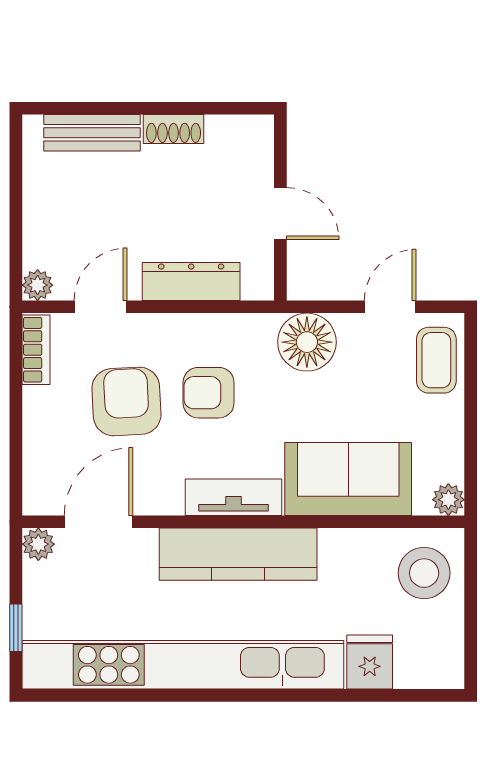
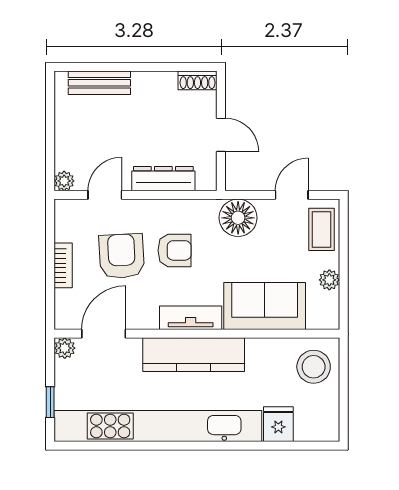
shoe rack: (174, 129) -> (197, 80), moved
bookcase: (36, 350) -> (63, 265), moved
armchair: (209, 393) -> (175, 250), turned 180
plant: (448, 500) -> (329, 280), moved

